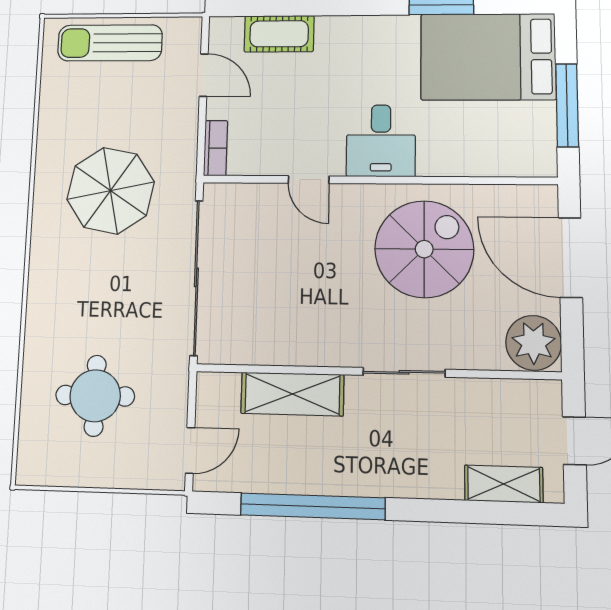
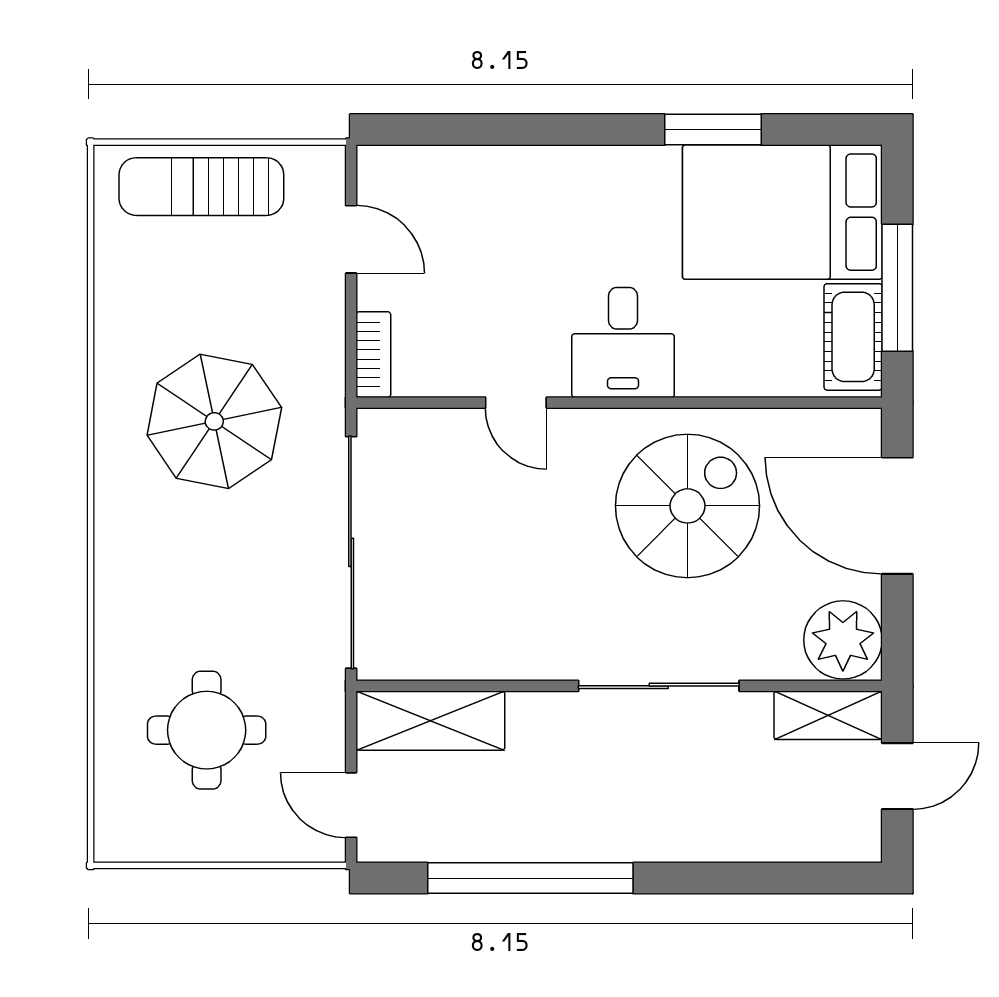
cot: (279, 34) -> (853, 337), moved, turned 90
sliding door: (404, 372) -> (659, 686), width x1.37
shelving: (292, 394) -> (430, 721), moved
door: (190, 450) -> (351, 805), swing flipped
shelving: (504, 484) -> (828, 715), moved

